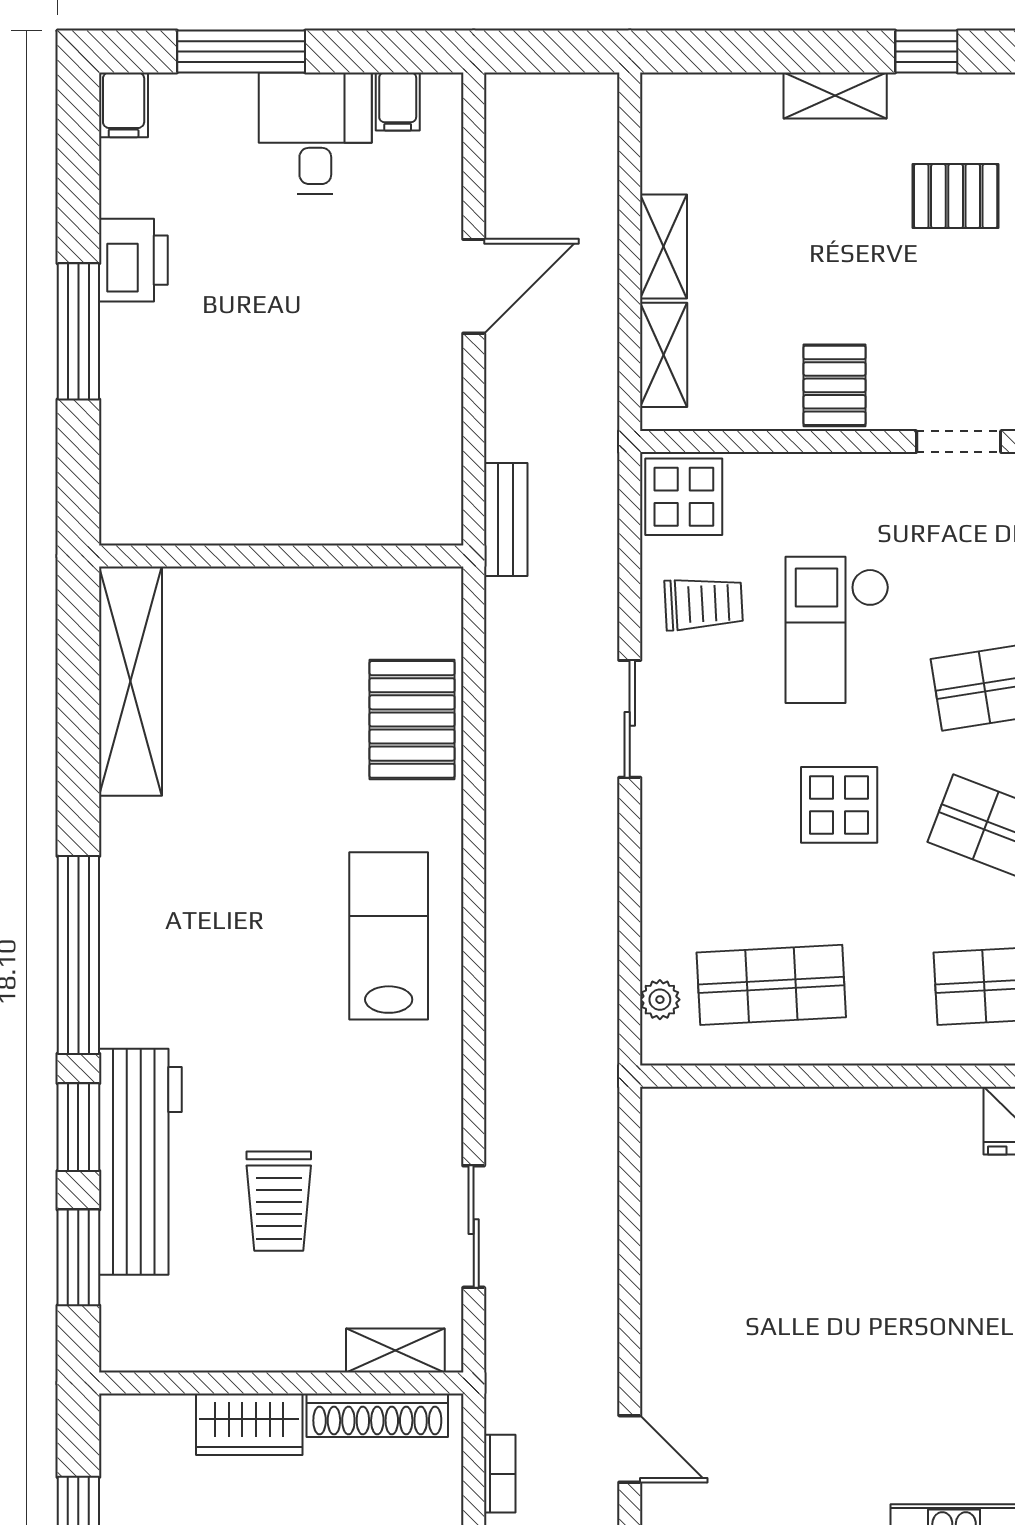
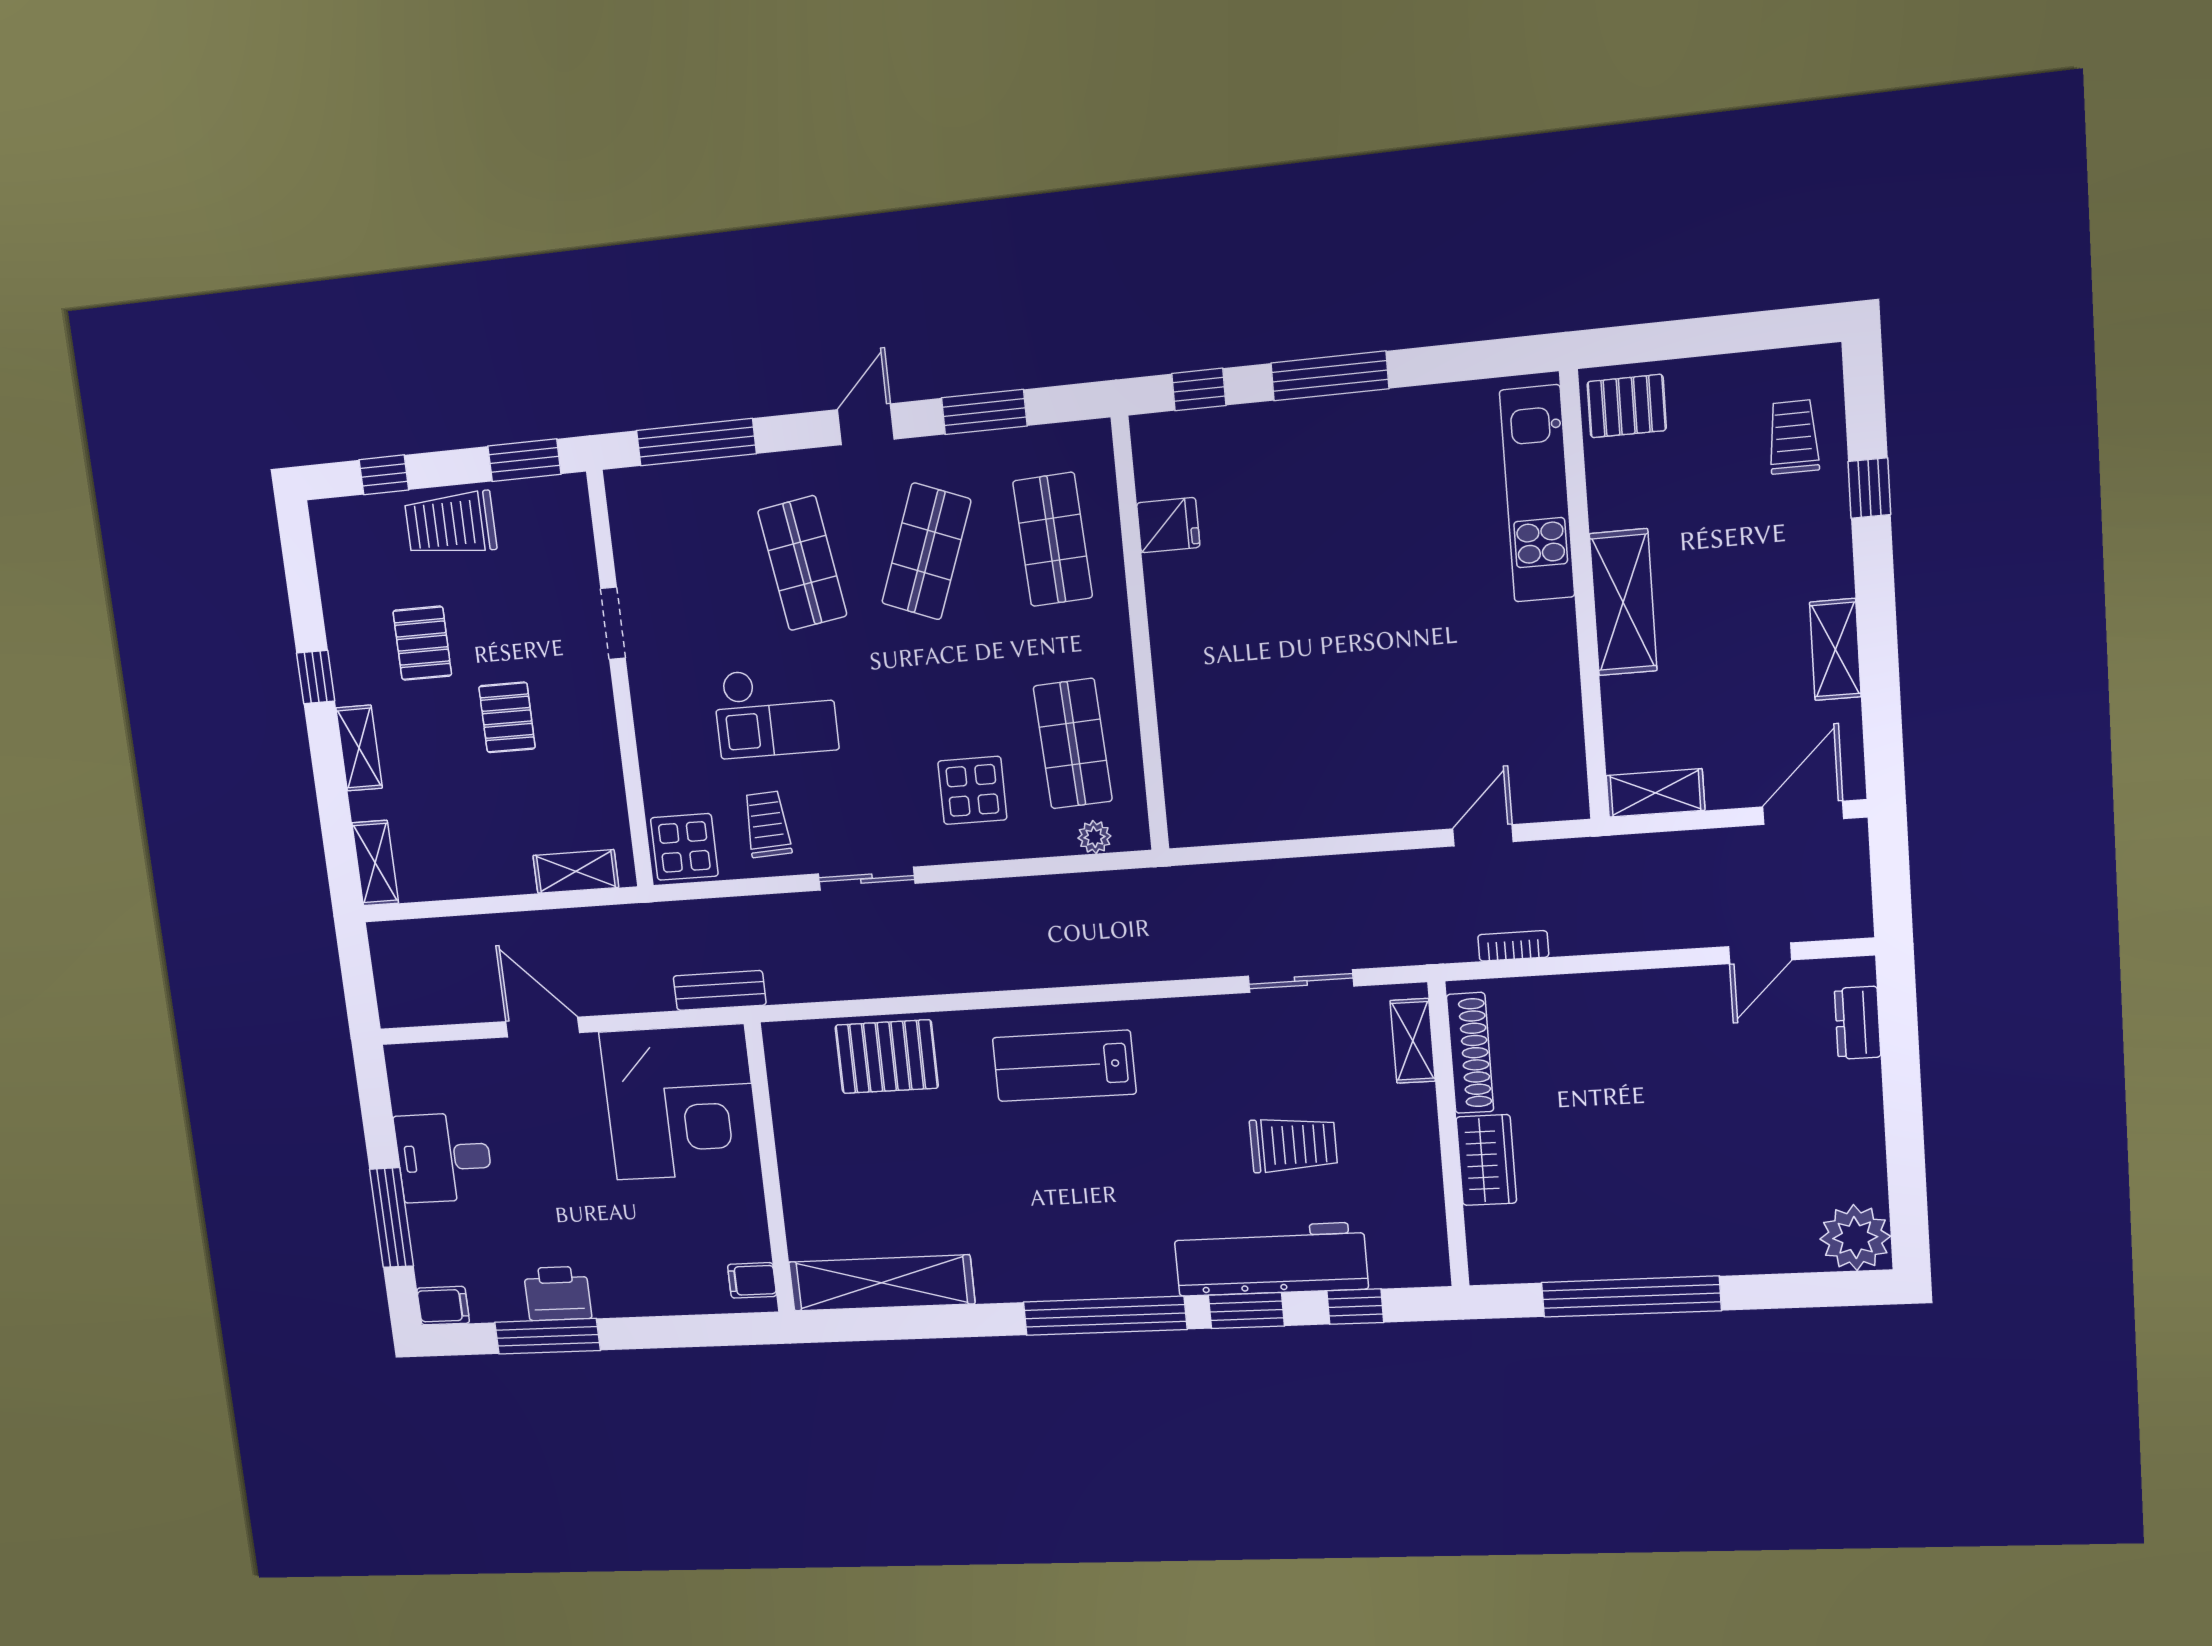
filing cabinet: (398, 101) -> (752, 1280), moved, turned 180
shelving: (664, 247) -> (375, 863), moved, turned 90
window: (78, 331) -> (547, 1336), moved
pallet: (835, 385) -> (507, 717), moved, turned 90
corner desk: (370, 452) -> (680, 1102), added
display table: (839, 805) -> (972, 790), moved
window: (78, 1257) -> (1355, 1307), width x0.67

